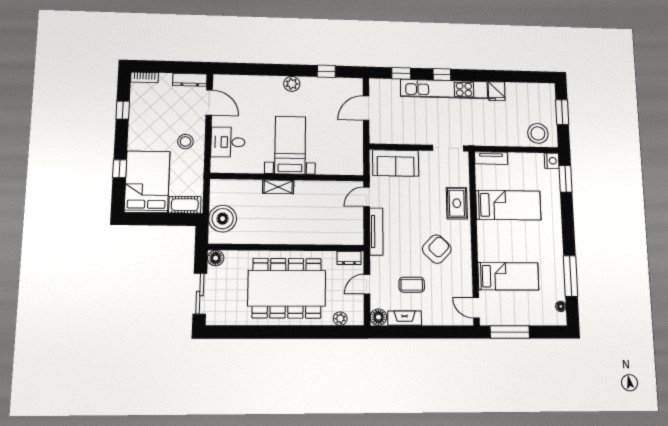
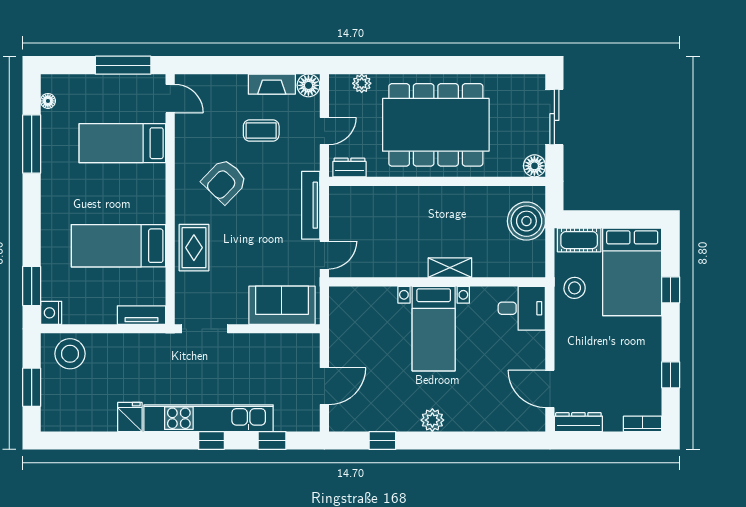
stool: (185, 142) -> (575, 288), moved
desk: (228, 142) -> (522, 308), moved

